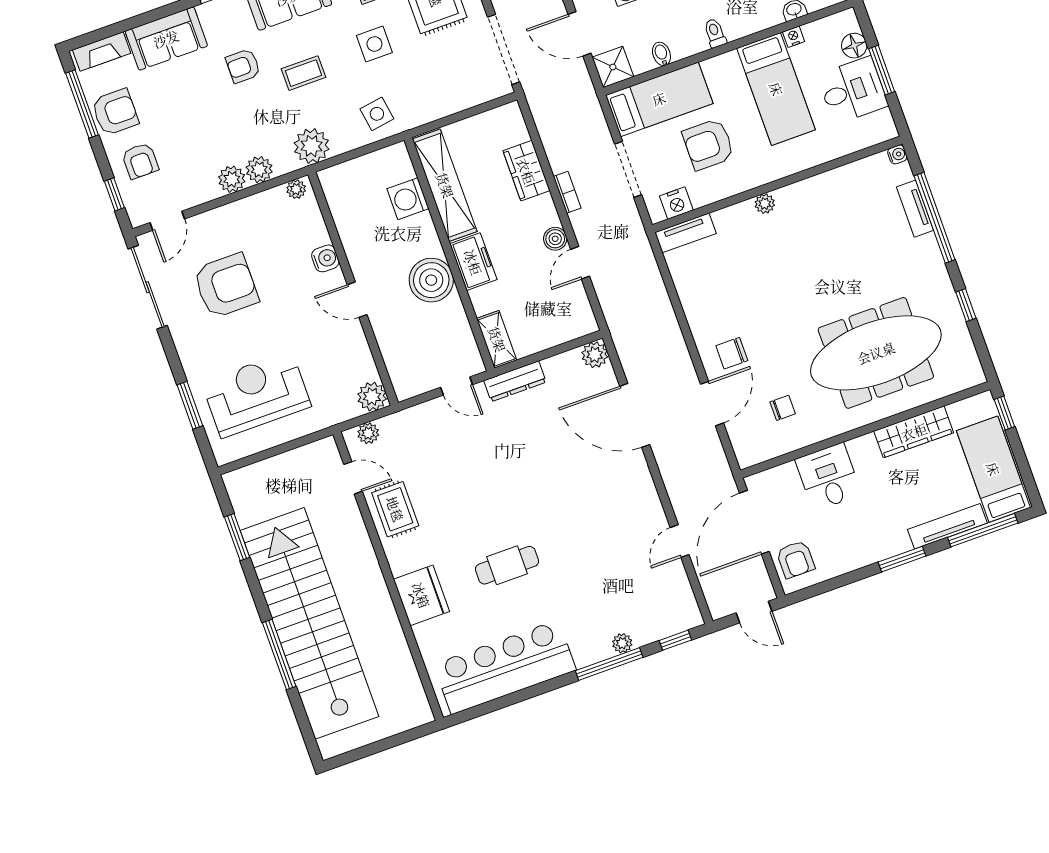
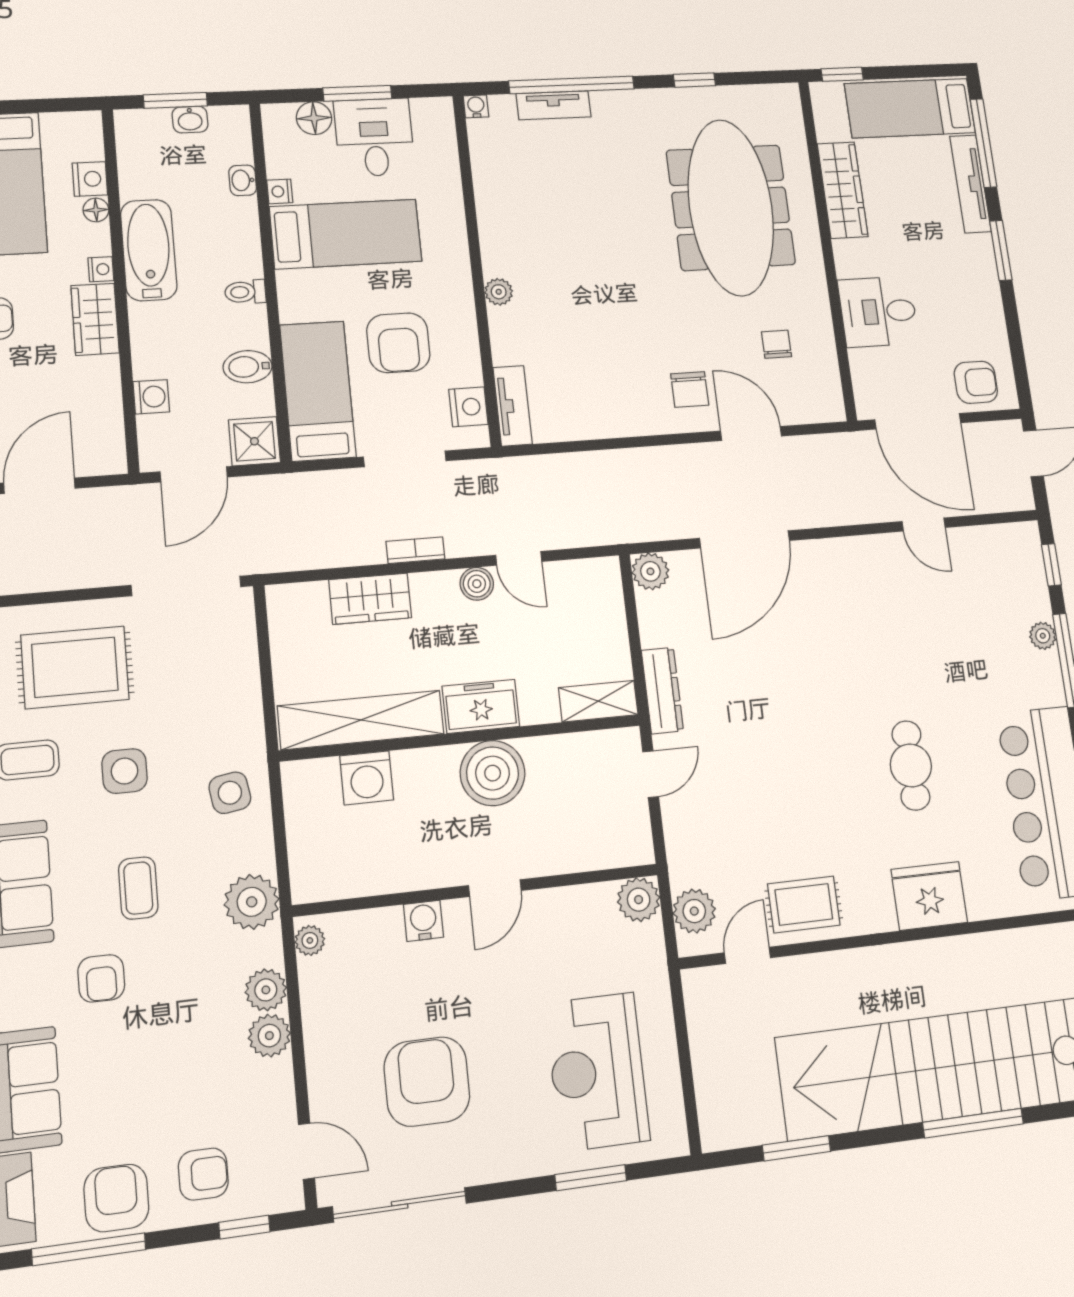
bidet: (661, 54) -> (248, 367), width x1.38, depth x1.36
plant: (368, 433) -> (694, 911), width x1.38, depth x1.38

